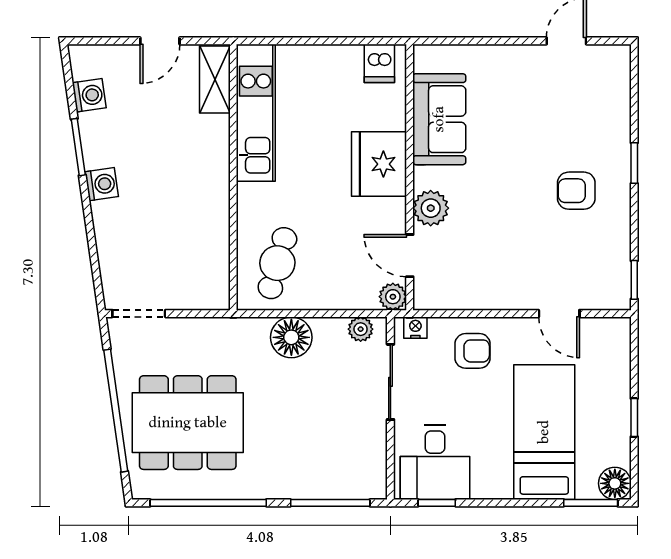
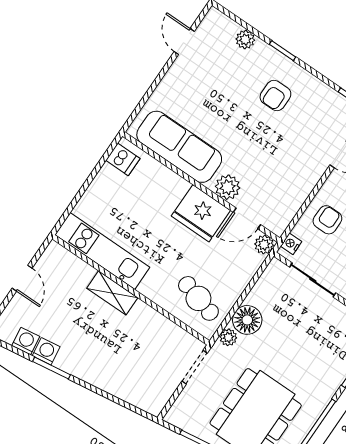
shelving: (215, 79) -> (112, 293), moved
plant: (617, 111) -> (245, 40), added
sofa: (439, 119) -> (179, 147), width x1.36
fridge: (379, 164) -> (201, 213), moved
washing machine: (102, 184) -> (46, 351), moved
doorway: (139, 314) -> (195, 367), moved
plant: (361, 329) -> (228, 337), moved

